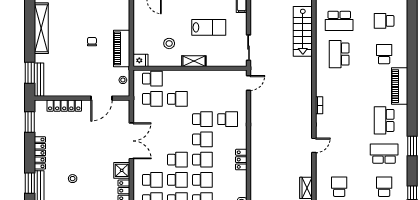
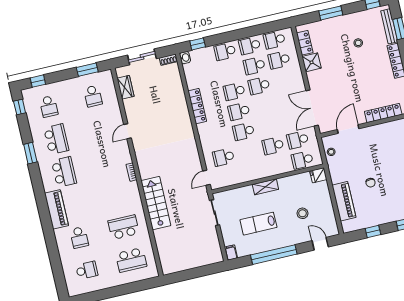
school desk: (339, 21) -> (131, 260), turned 180
stairs: (303, 31) -> (156, 203), moved
stool: (169, 43) -> (302, 213), moved
piano: (122, 48) -> (344, 201), moved
school desk: (339, 54) -> (123, 227), turned -90
school desk: (228, 119) -> (223, 157), moved
double door: (131, 141) -> (312, 108), moved
school desk: (384, 154) -> (56, 139), turned -90
locker: (241, 160) -> (197, 106), width x1.53
school desk: (202, 180) -> (230, 71), removed

